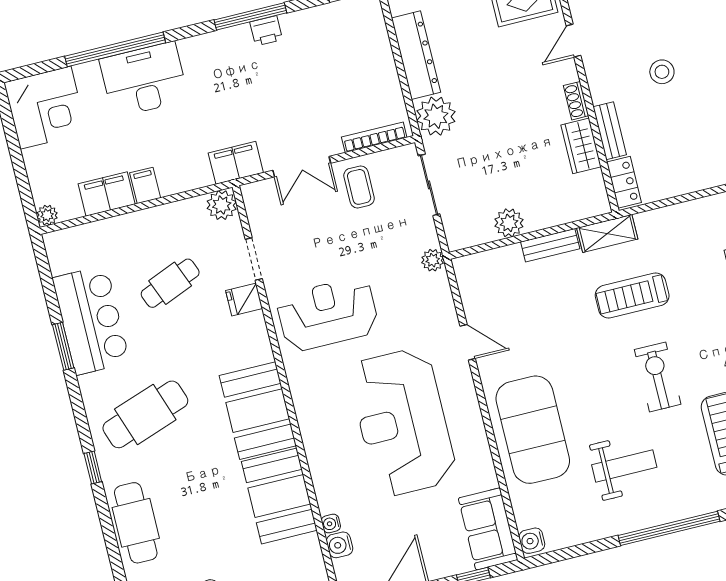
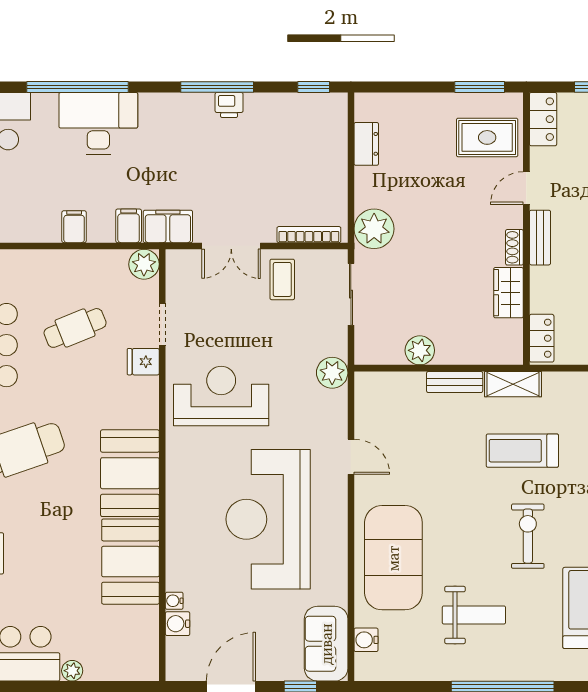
dresser: (416, 55) -> (366, 144), width x0.51, depth x0.80
bench: (610, 131) -> (540, 238), moved
filing cabinet: (107, 194) -> (129, 226), moved, width x0.50
plant: (433, 260) -> (332, 373), width x1.38, depth x1.38
water cooler: (532, 541) -> (366, 640), moved

